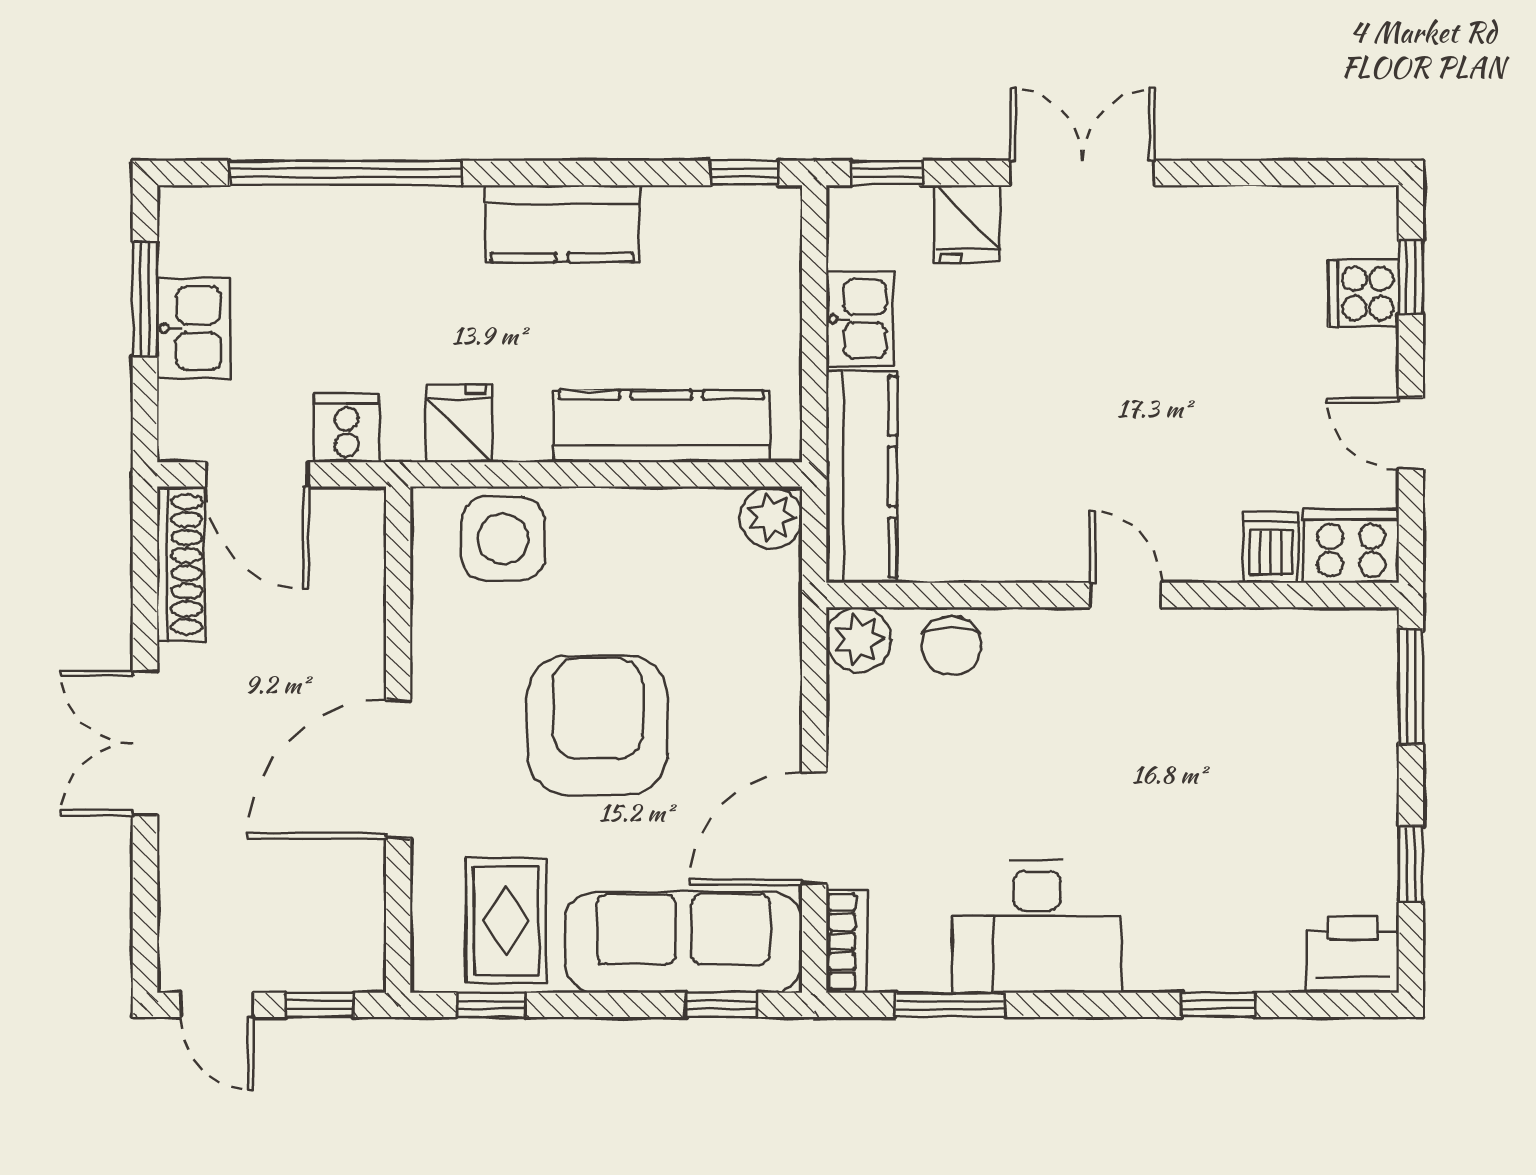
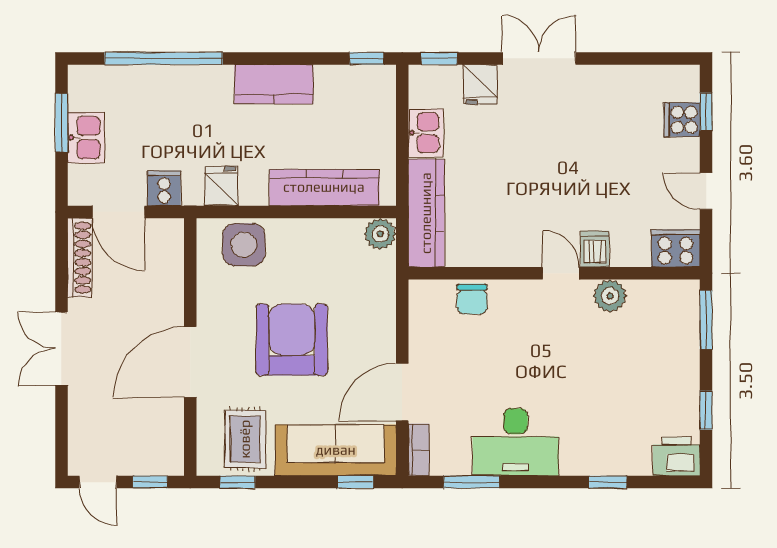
dishwasher: (1271, 547) -> (595, 249), moved
plant: (859, 639) -> (610, 296), moved

